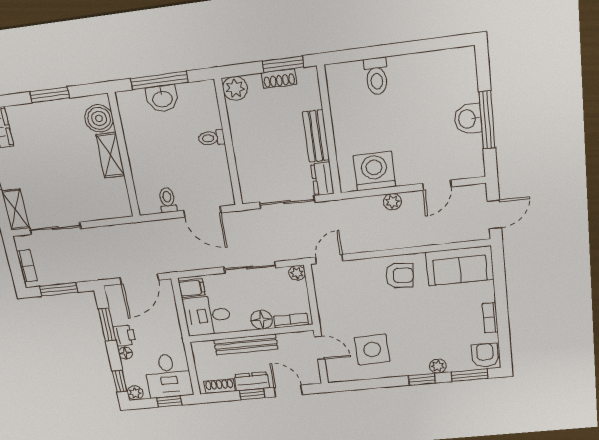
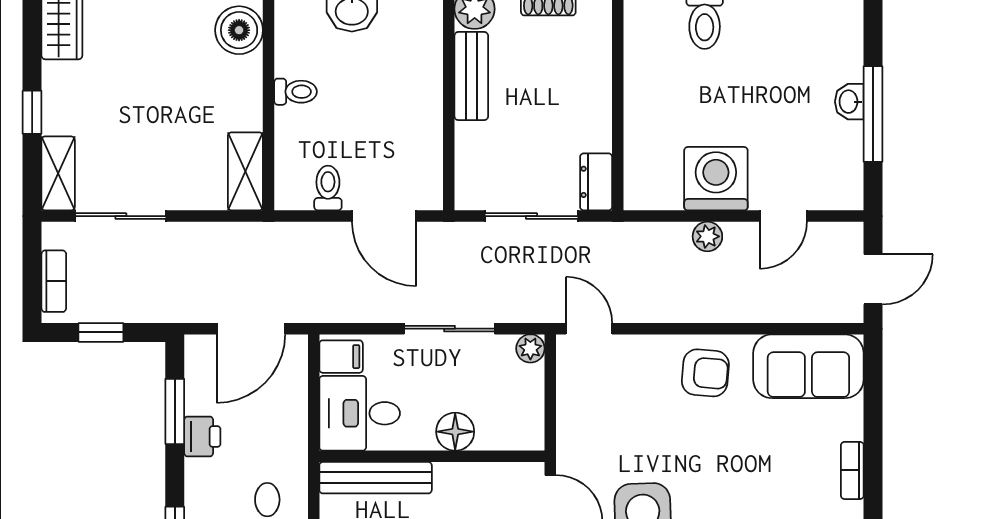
washbasin: (468, 119) -> (849, 102), width x0.72, depth x0.69
bench: (316, 136) -> (471, 76), moved
toilet: (211, 138) -> (296, 92), moved, turned 180
shelving: (110, 155) -> (245, 171), moved
washing machine: (374, 171) -> (716, 179), moved
door: (329, 259) -> (589, 329), hinge flipped
window: (59, 289) -> (101, 332), width x0.67
bookcase: (291, 321) -> (507, 439), removed
bench: (246, 344) -> (376, 478), moved
floor lamp: (125, 353) -> (197, 472), removed

